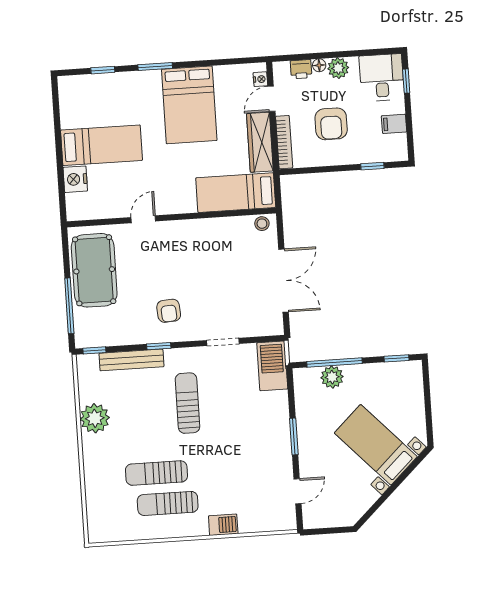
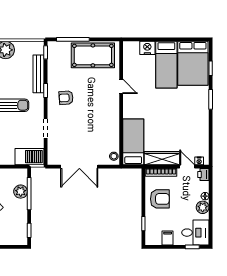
printer: (301, 69) -> (203, 175), moved
bed: (189, 105) -> (193, 63), moved, turned -90
armchair: (331, 124) -> (160, 199), moved, turned 180

